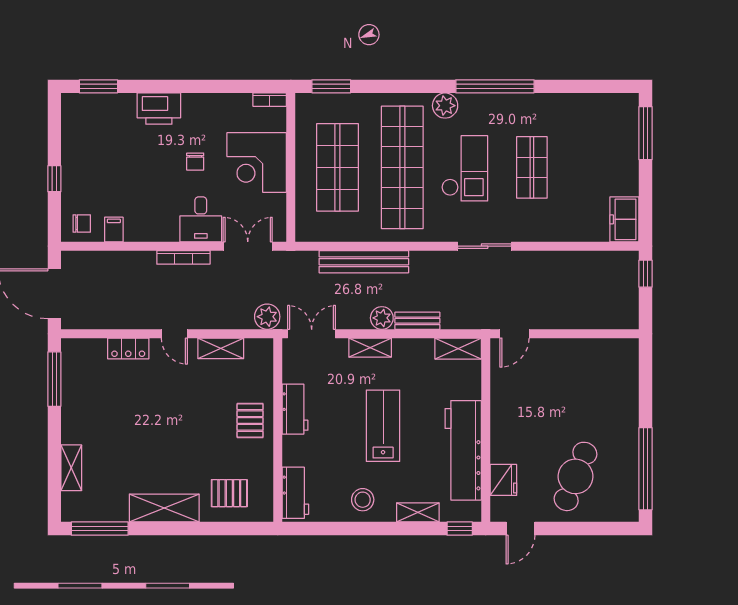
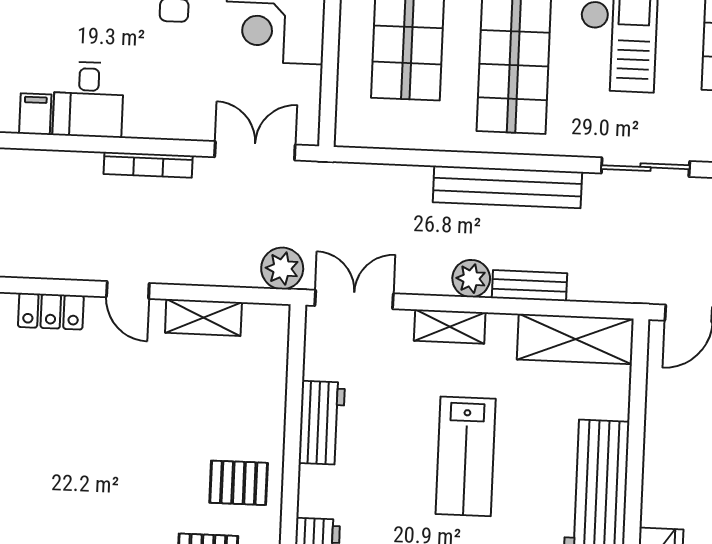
desk: (201, 219) -> (88, 100), moved
bench: (364, 262) -> (507, 187), moved
shelving: (458, 349) -> (575, 339), width x1.50, depth x1.33
pallet: (250, 420) -> (239, 483), moved, turned 90
lab bench: (383, 426) -> (466, 456), turned 180

